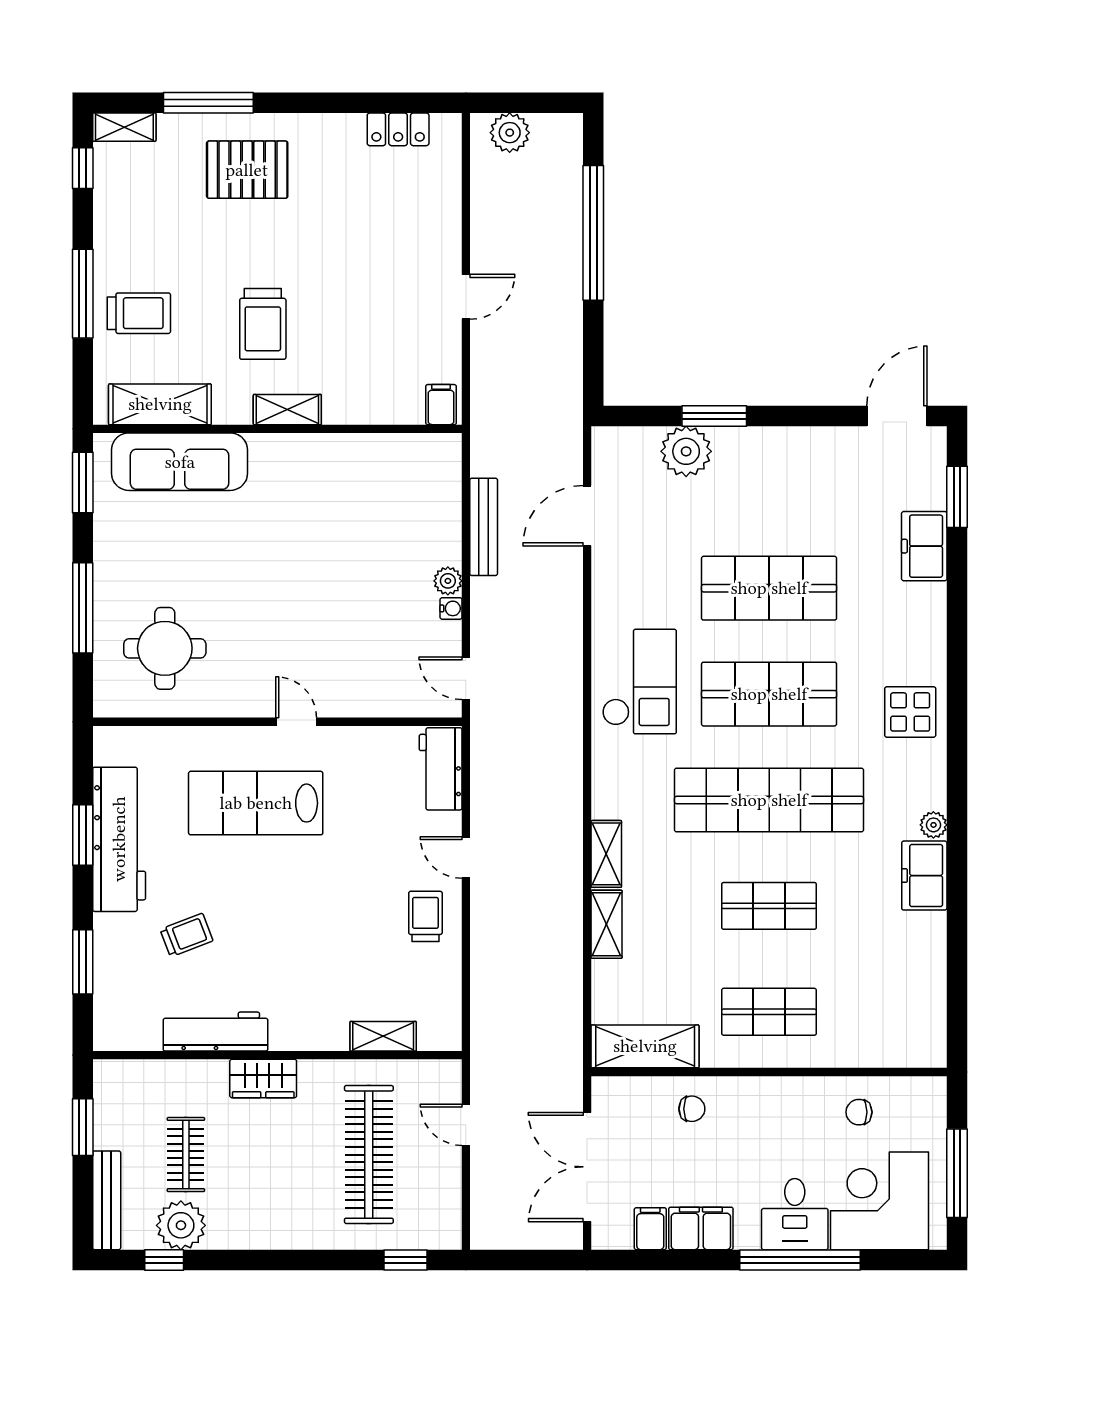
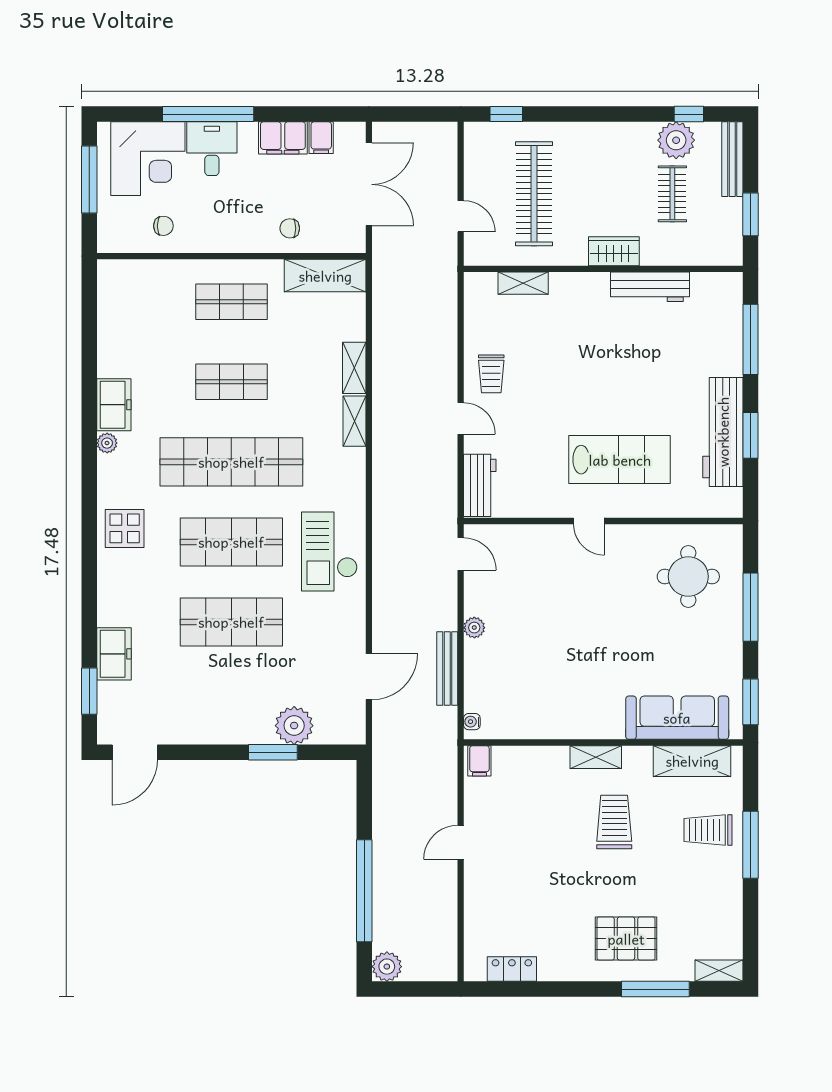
plant: (510, 133) -> (387, 967), moved
window: (83, 168) -> (750, 940), removed
water cooler: (451, 608) -> (472, 722), moved
trolley: (187, 935) -> (672, 360), removed
window: (83, 962) -> (750, 339), width x1.44

